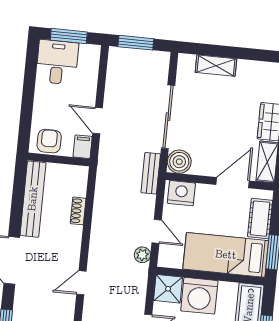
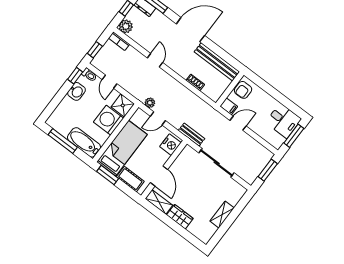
shelving: (216, 66) -> (222, 215), moved
armchair: (49, 141) -> (243, 90), turned 90
boiler: (179, 162) -> (188, 154), removed

